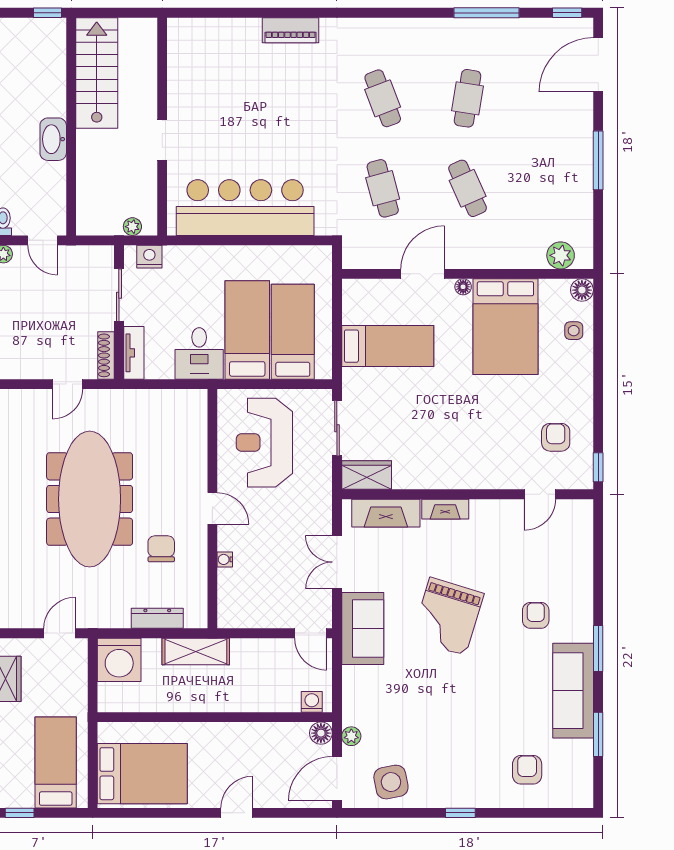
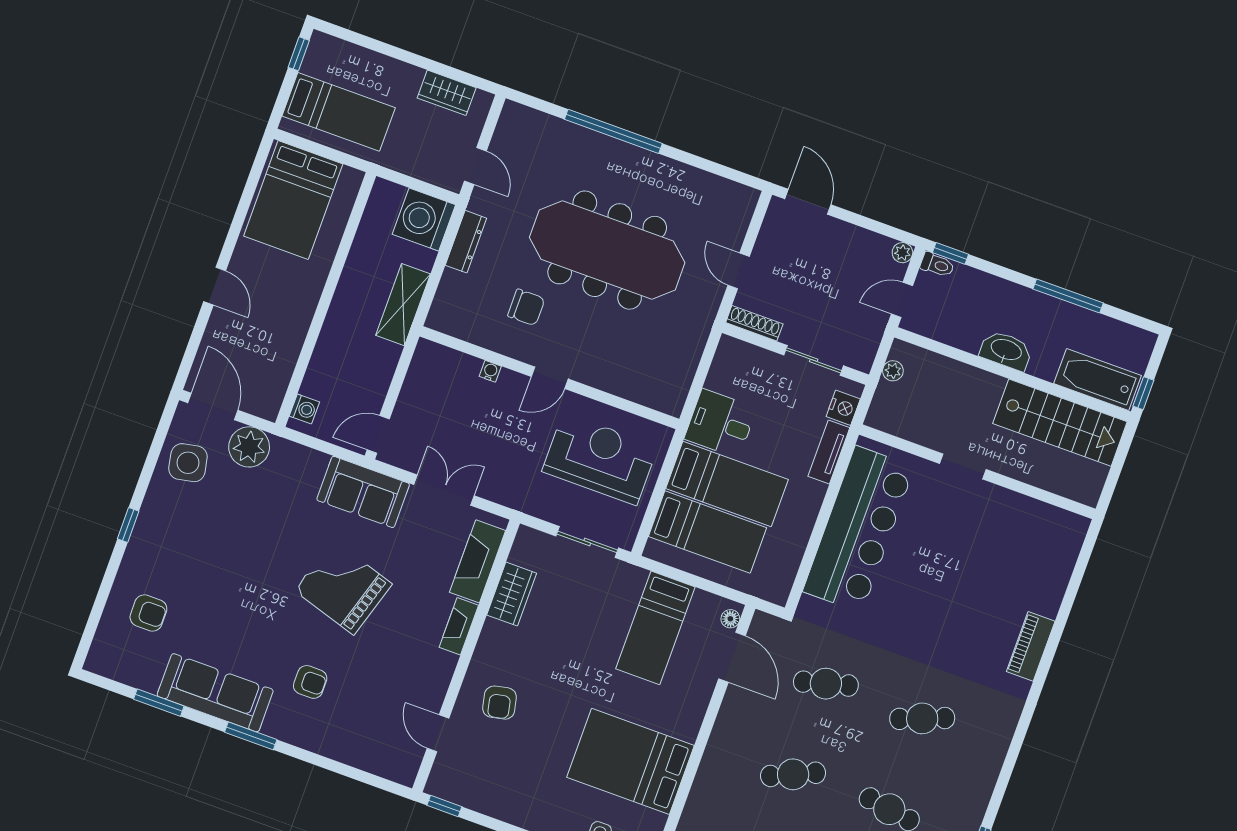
bathtub: (50, 55) -> (1098, 379), added
plant: (132, 227) -> (893, 371), moved
door: (423, 274) -> (732, 657), moved
floor lamp: (463, 287) -> (730, 619), moved
tv unit: (134, 353) -> (829, 452), moved, turned 90
armchair: (556, 437) -> (500, 703), moved, turned 78
wardrobe: (367, 475) -> (512, 594), moved
dresser: (157, 618) -> (466, 242), moved
floor lamp: (321, 733) -> (267, 407), removed
plant: (351, 736) -> (249, 447), width x1.87, depth x1.87

